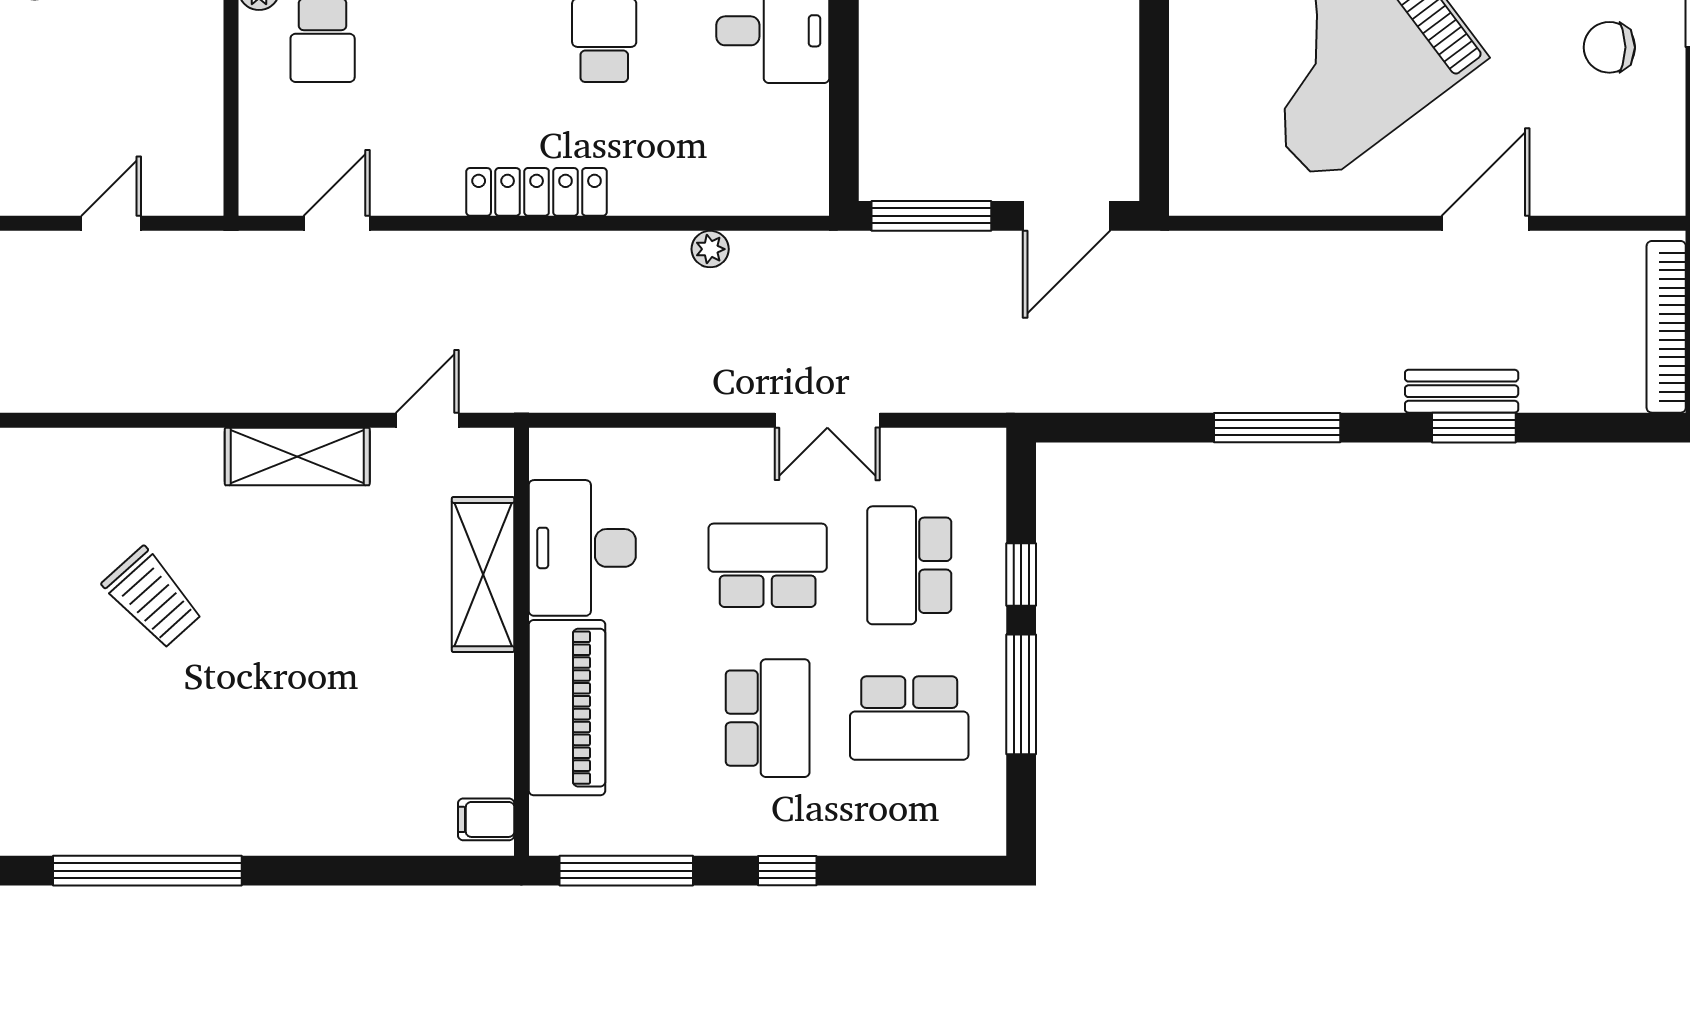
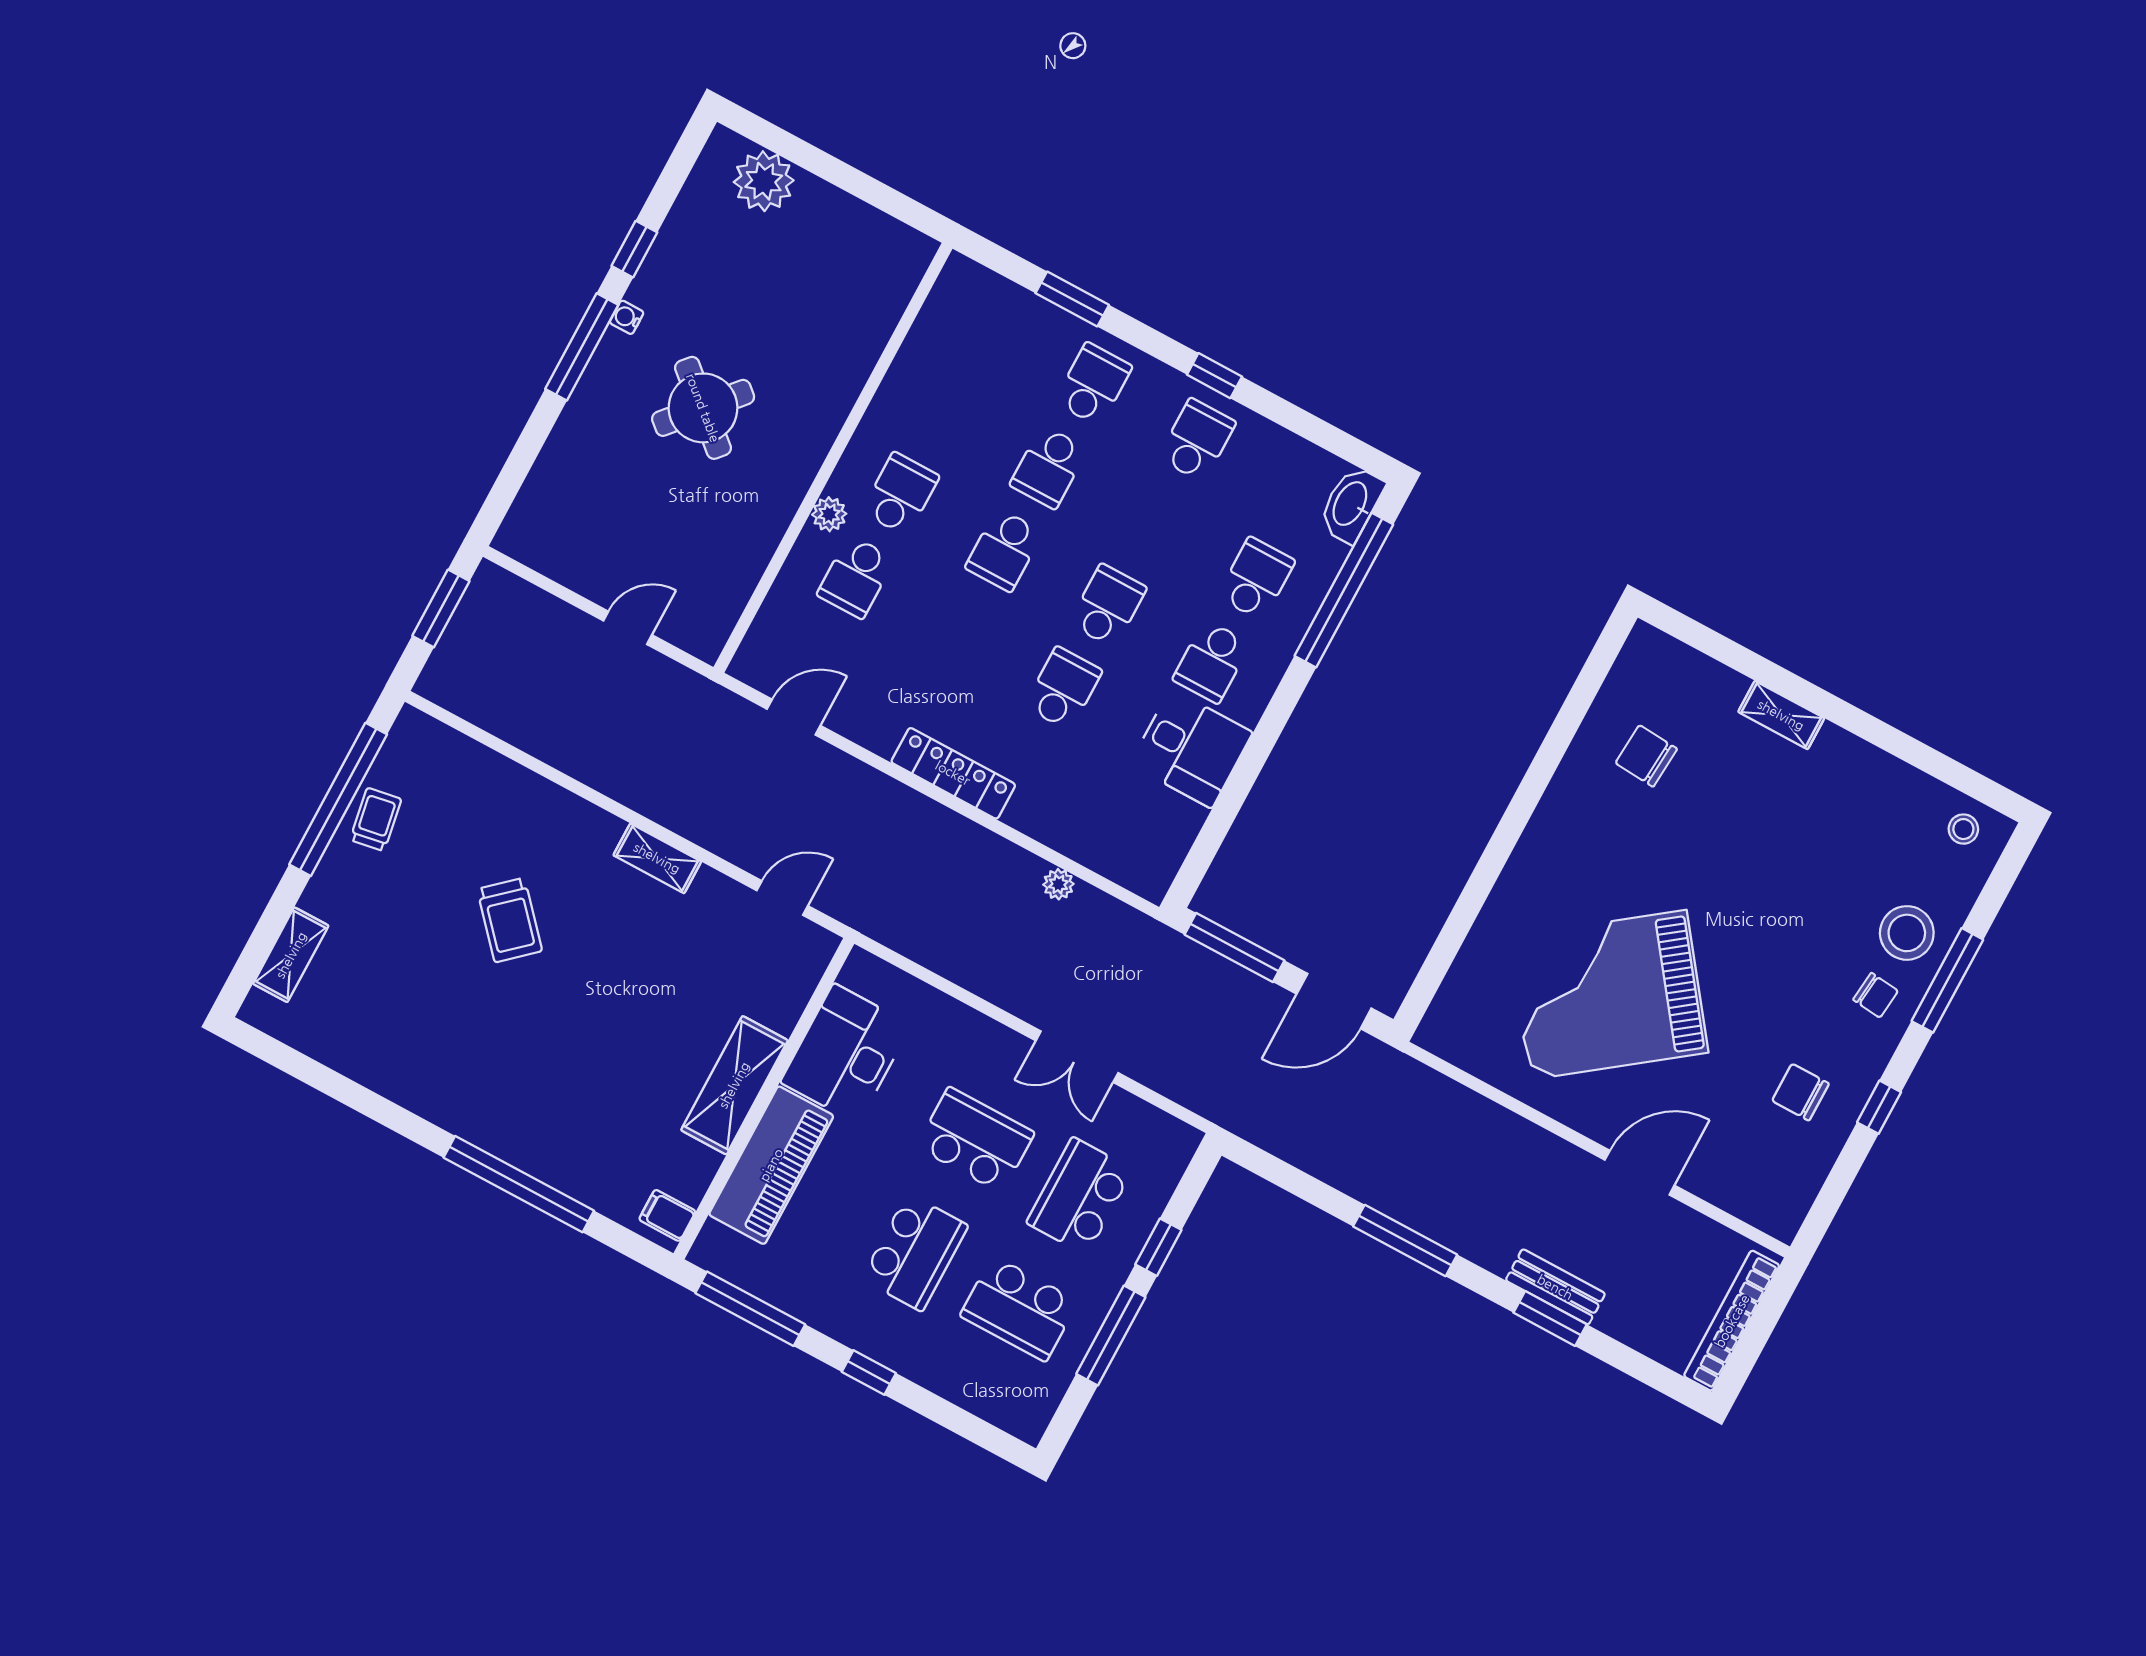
shelving: (297, 456) -> (657, 858), width x0.67, depth x0.75
shelving: (483, 575) -> (734, 1085), moved
window: (147, 871) -> (519, 1184), moved

